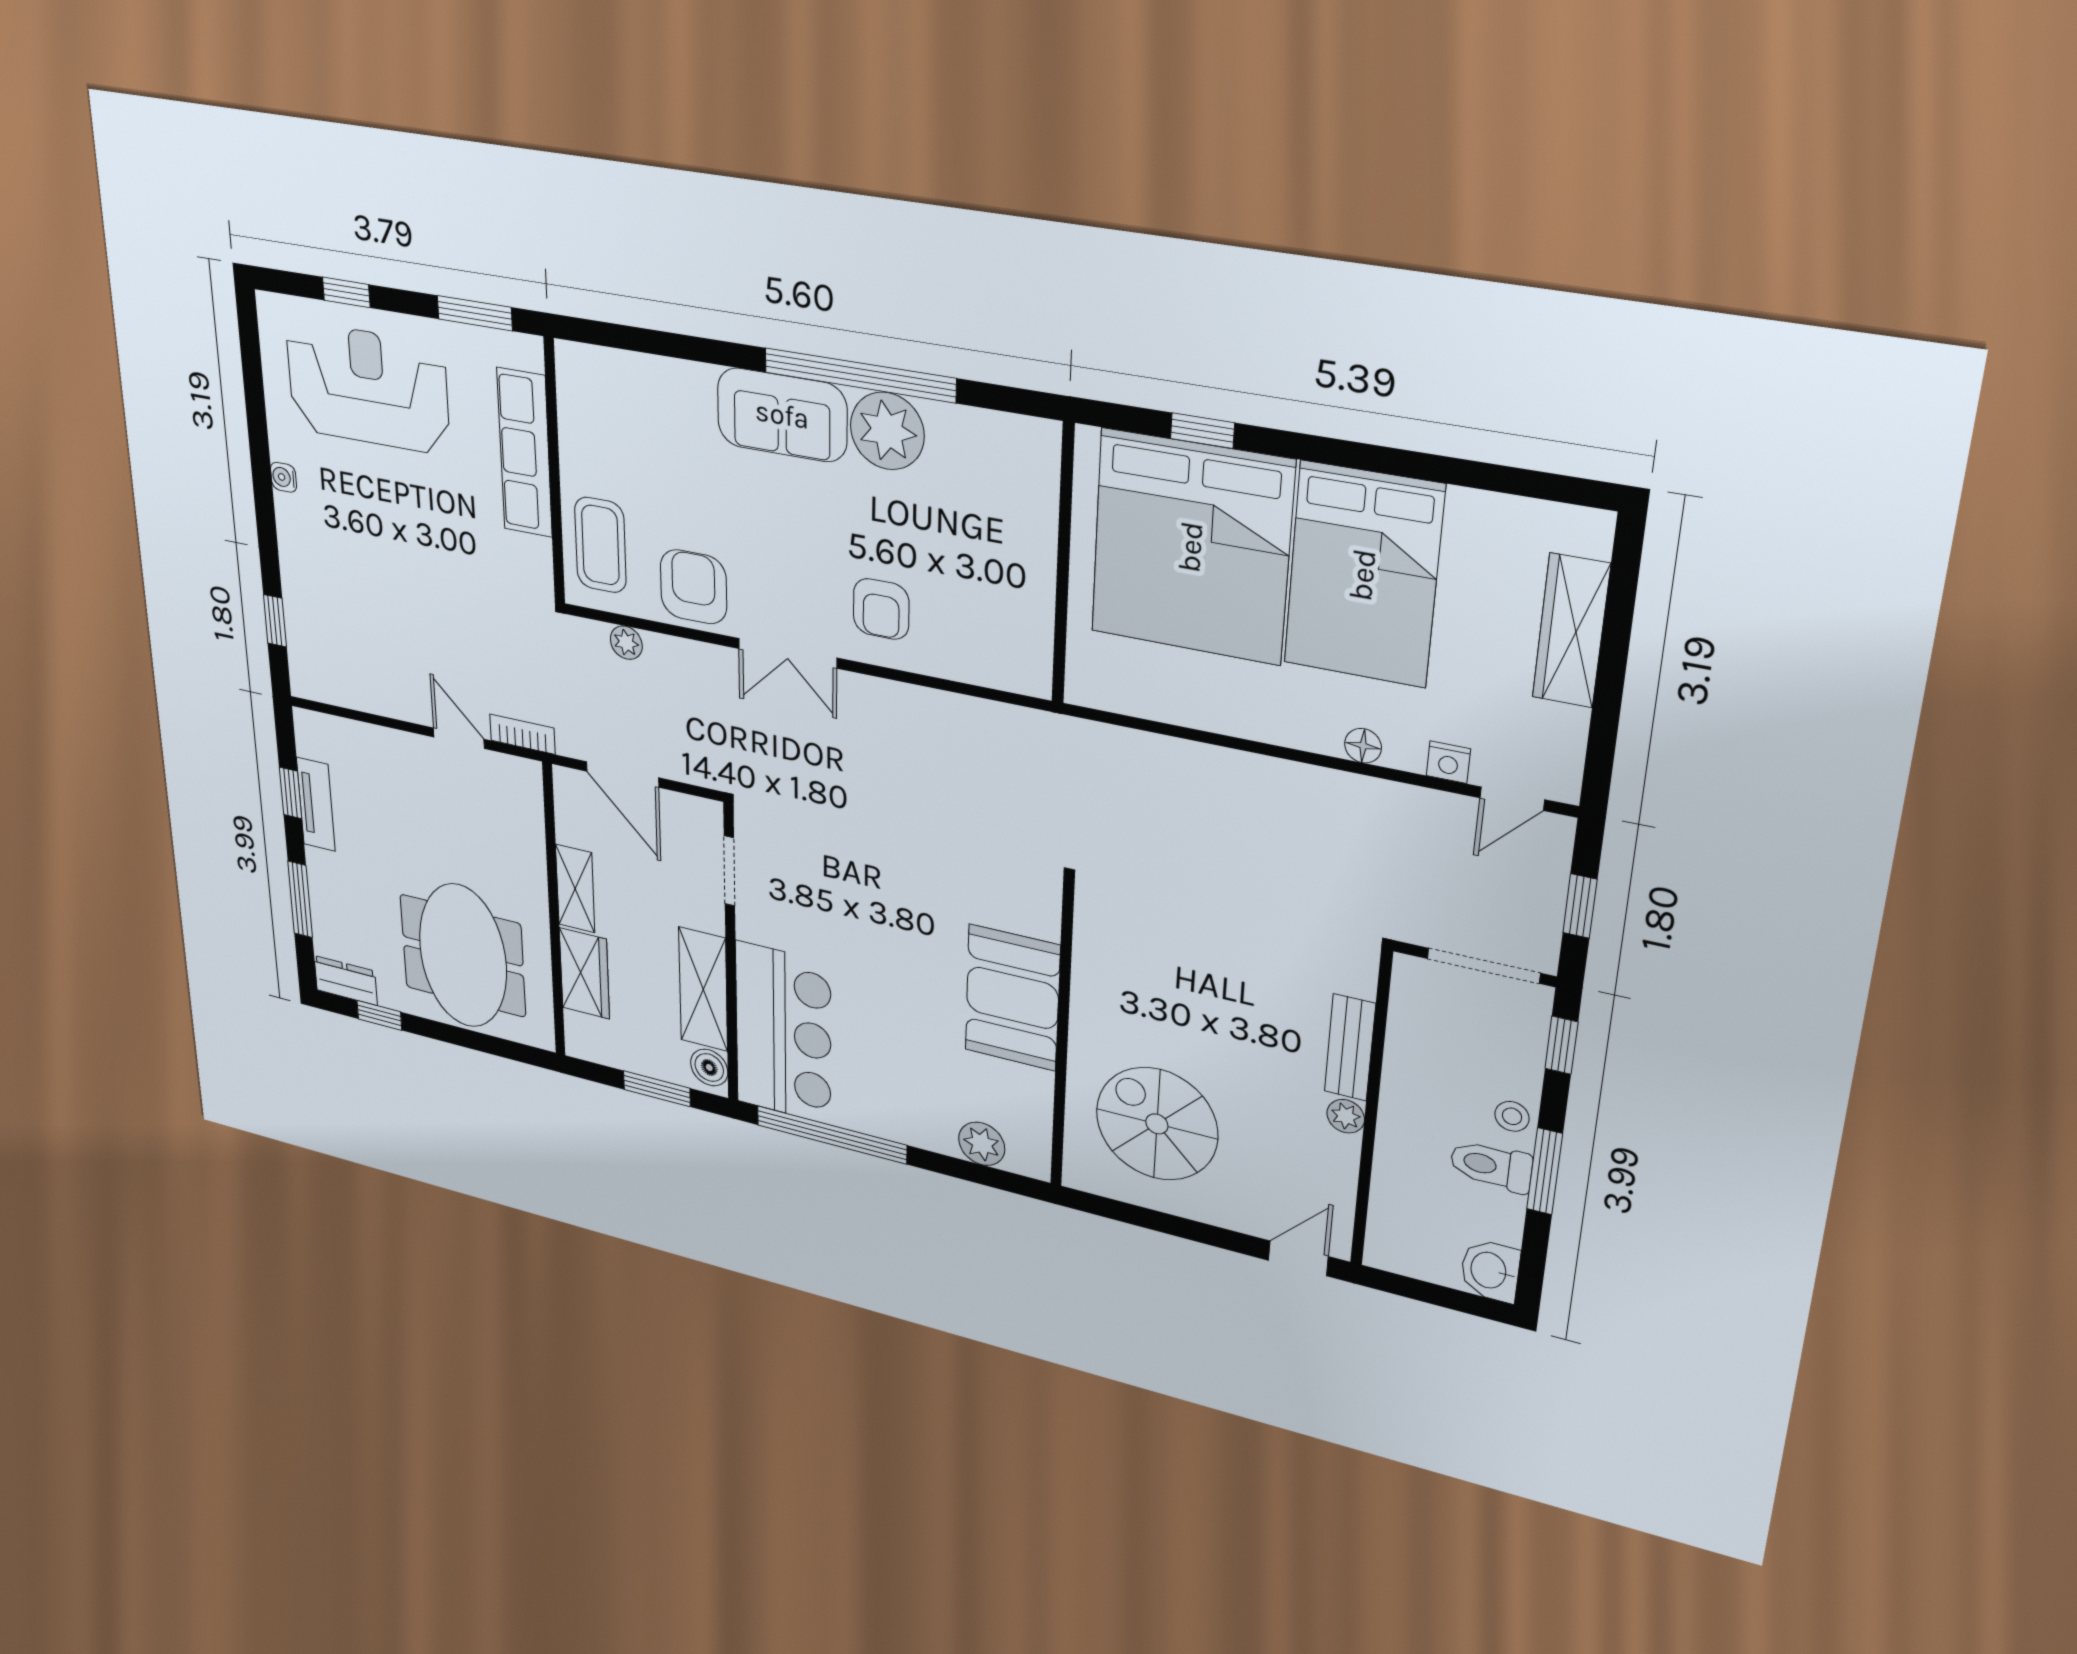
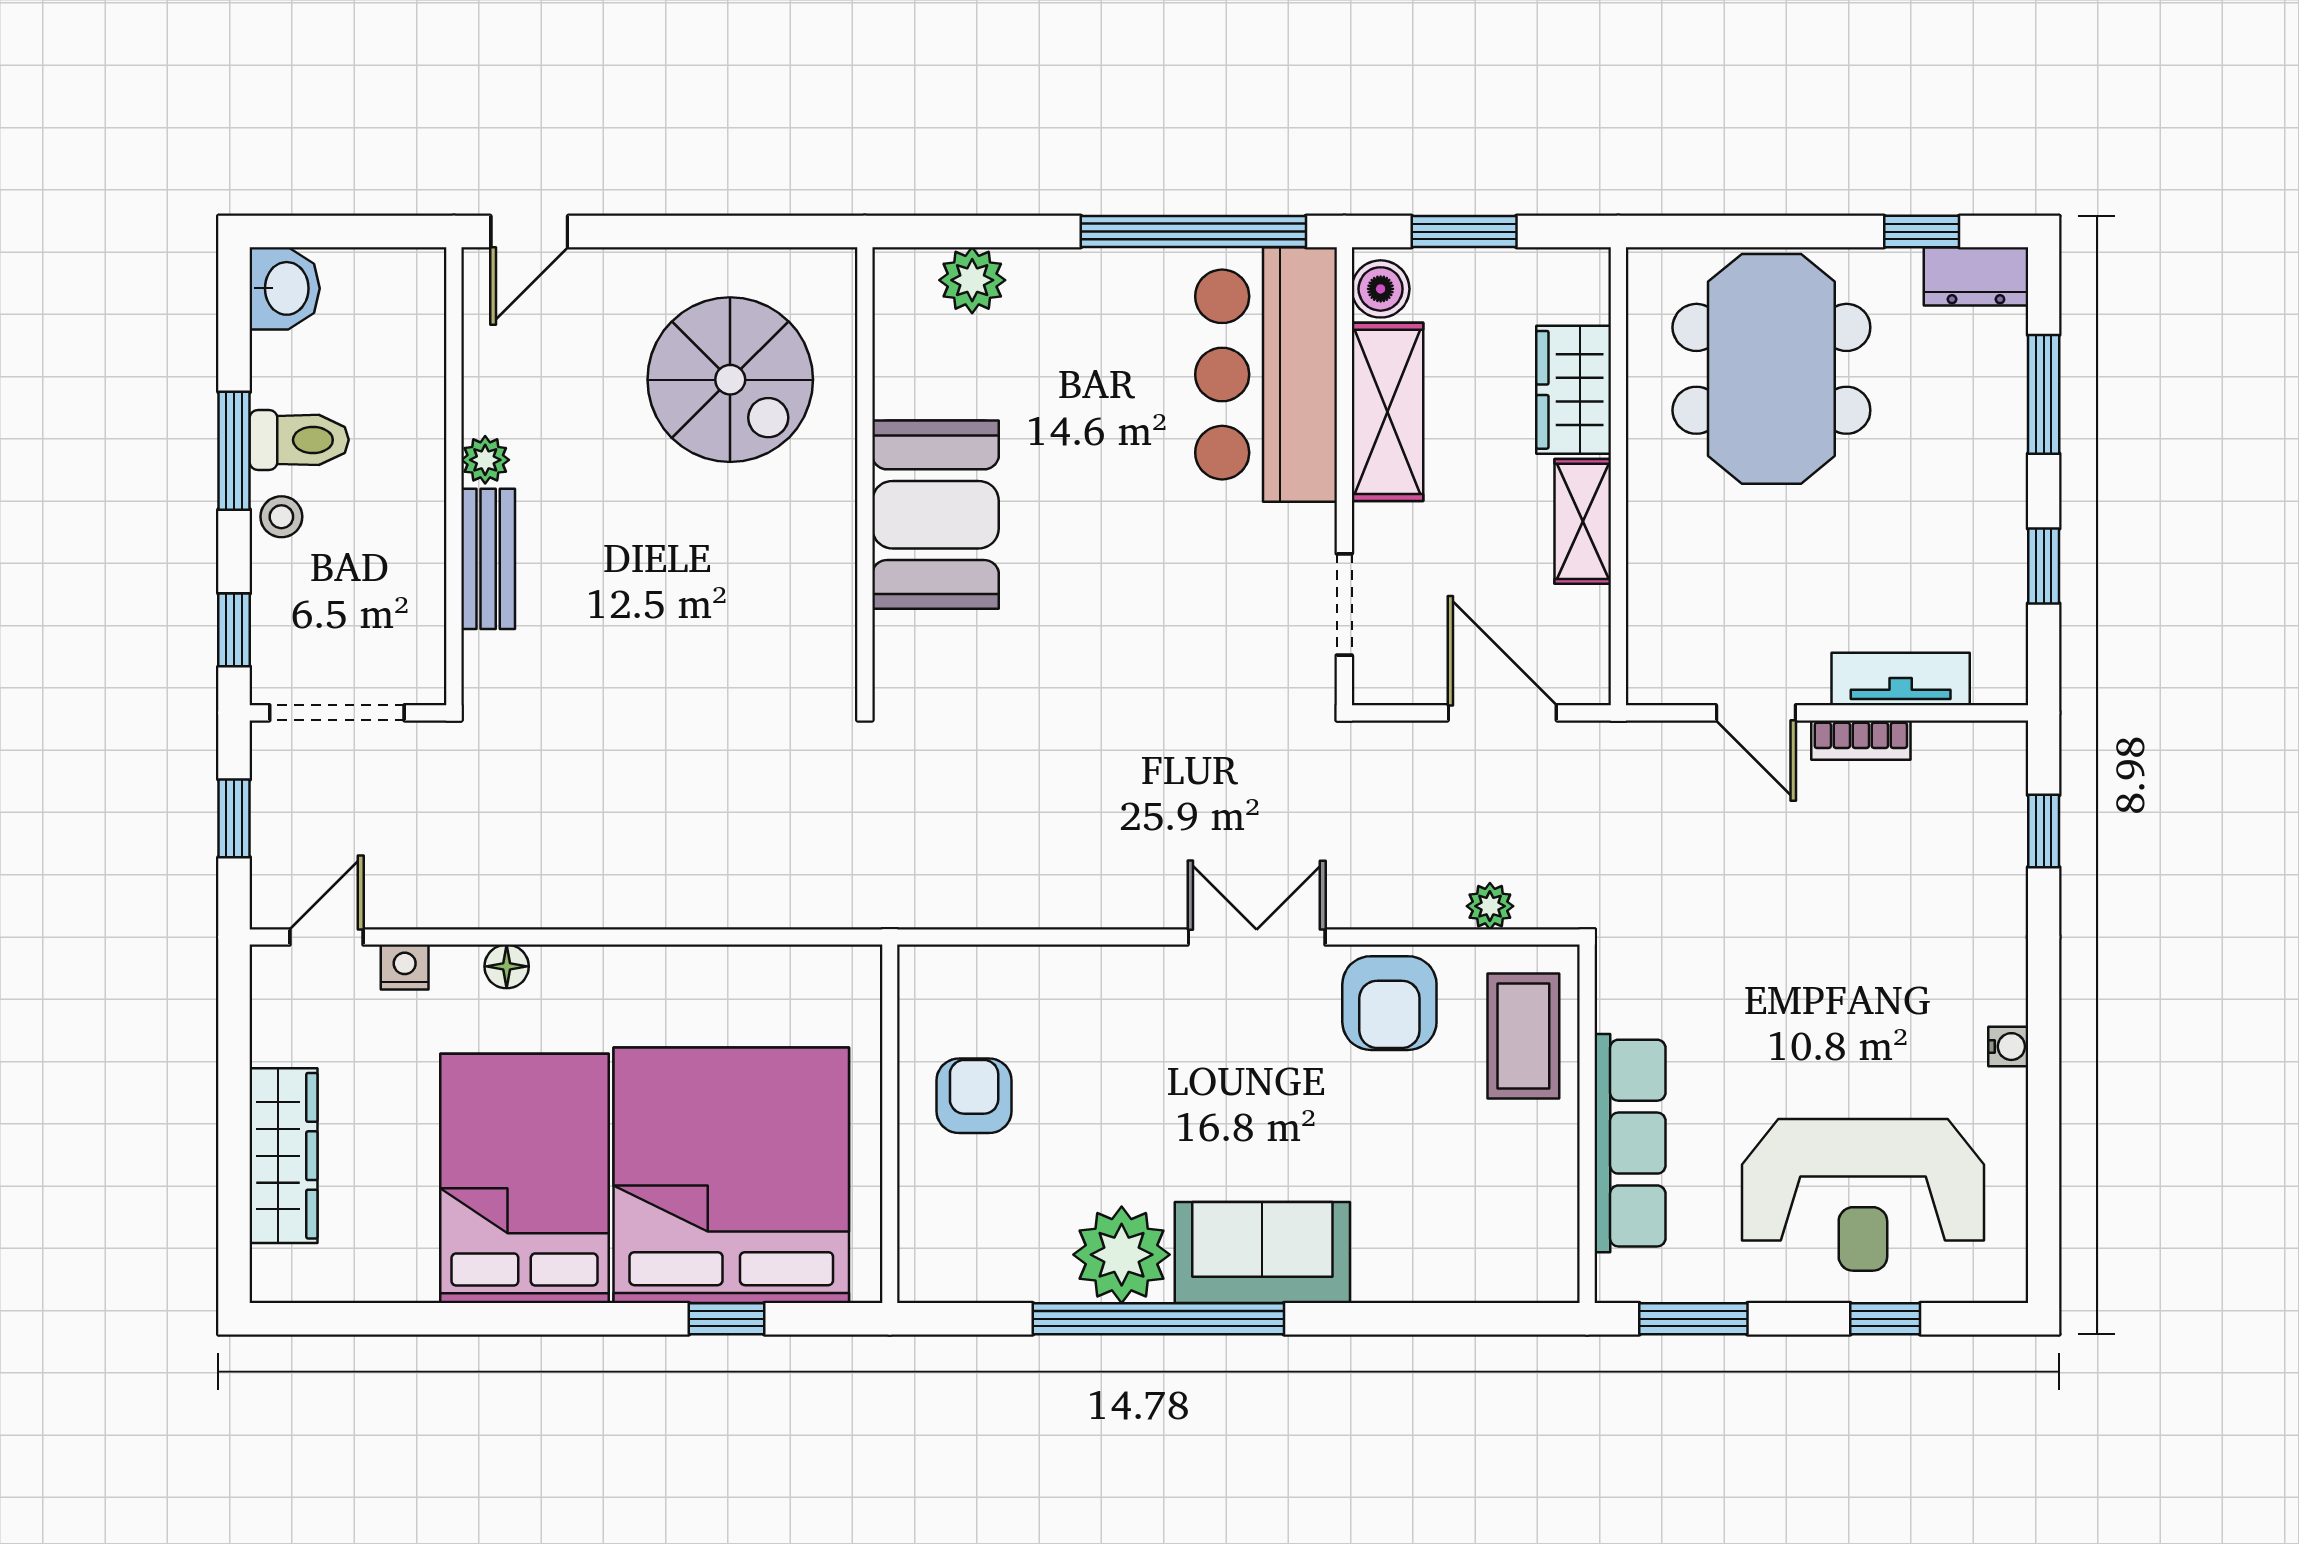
armchair: (881, 609) -> (974, 1096), moved
bookcase: (523, 734) -> (1861, 740), moved
tv unit: (316, 804) -> (1901, 679), moved, turned 90

